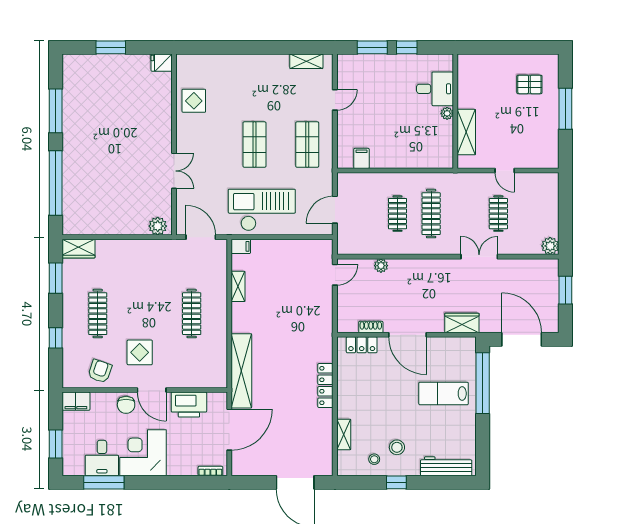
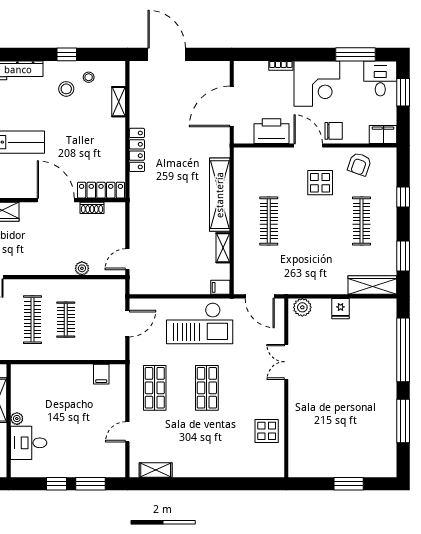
fridge: (162, 63) -> (341, 309), moved, turned 90
wardrobe: (78, 249) -> (372, 285), width x1.50
locker: (362, 345) -> (101, 190), width x1.53
shelving: (241, 371) -> (220, 195), moved
chair: (126, 405) -> (334, 131), turned 90
desk: (102, 458) -> (380, 78), moved
bookcase: (210, 471) -> (281, 66), moved

